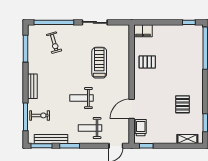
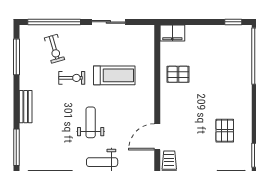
treadmill: (99, 63) -> (114, 75), turned 90
weight bench: (81, 98) -> (91, 122), turned 90
exercise bike: (40, 115) -> (72, 78), moved

